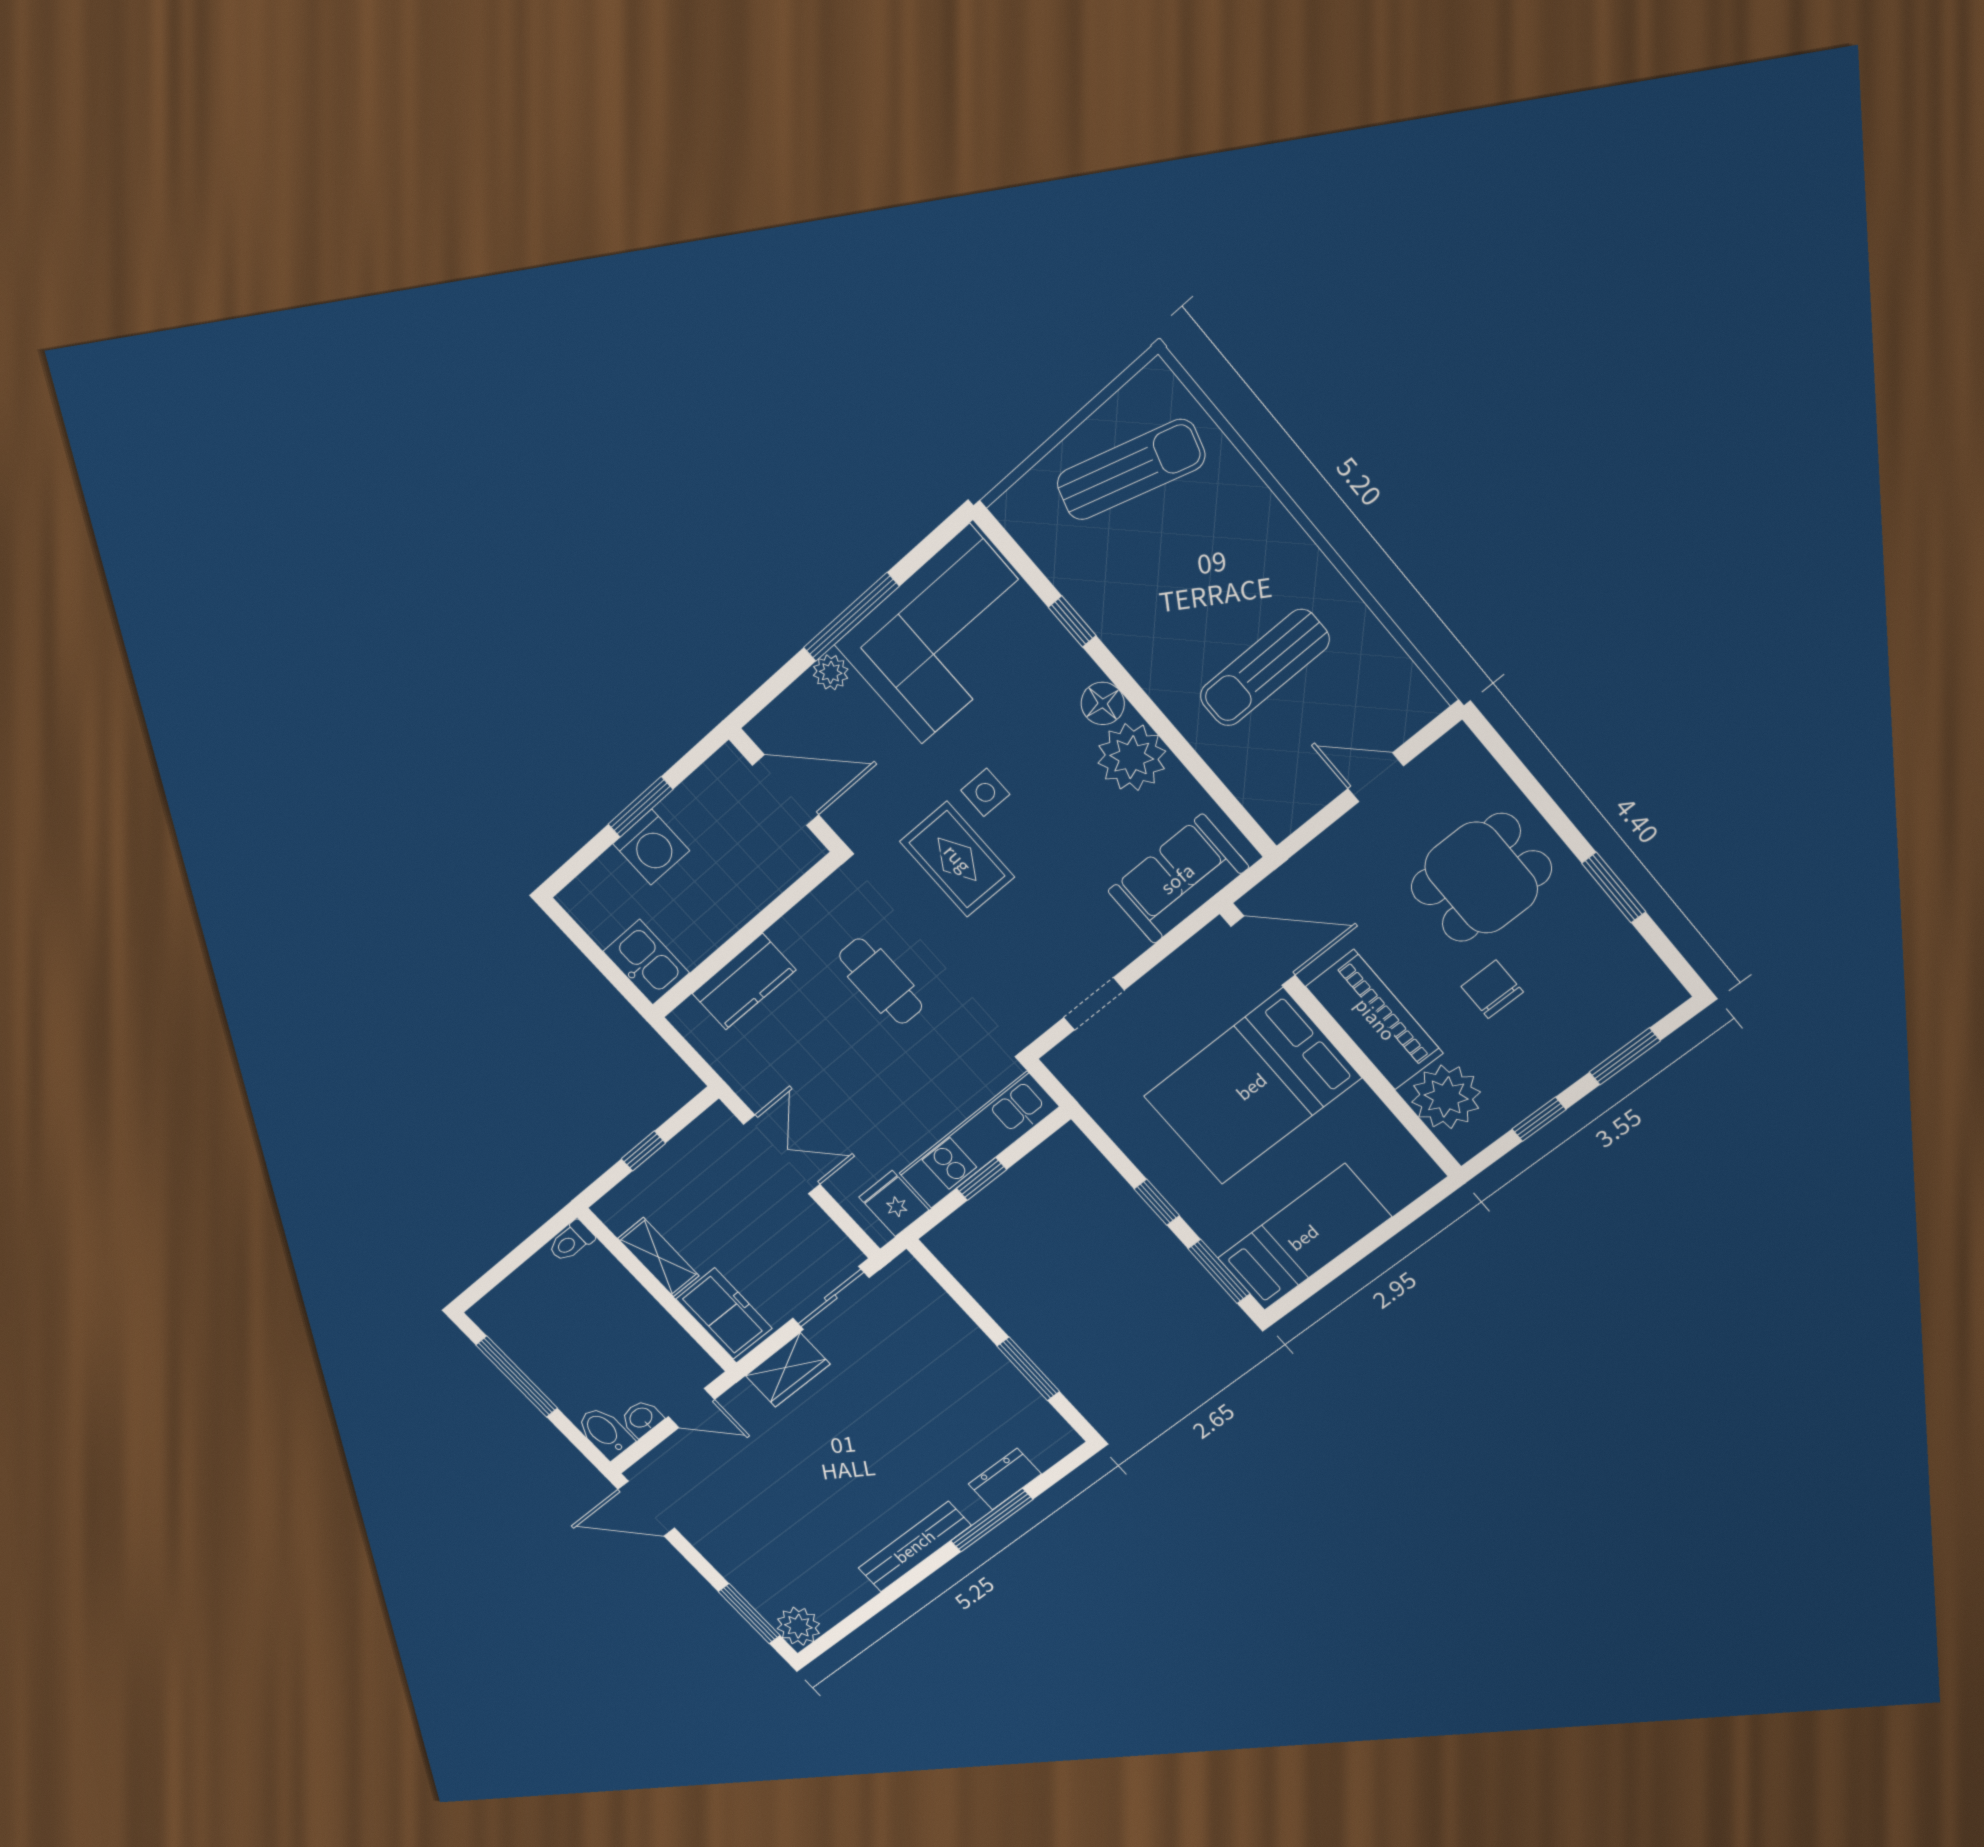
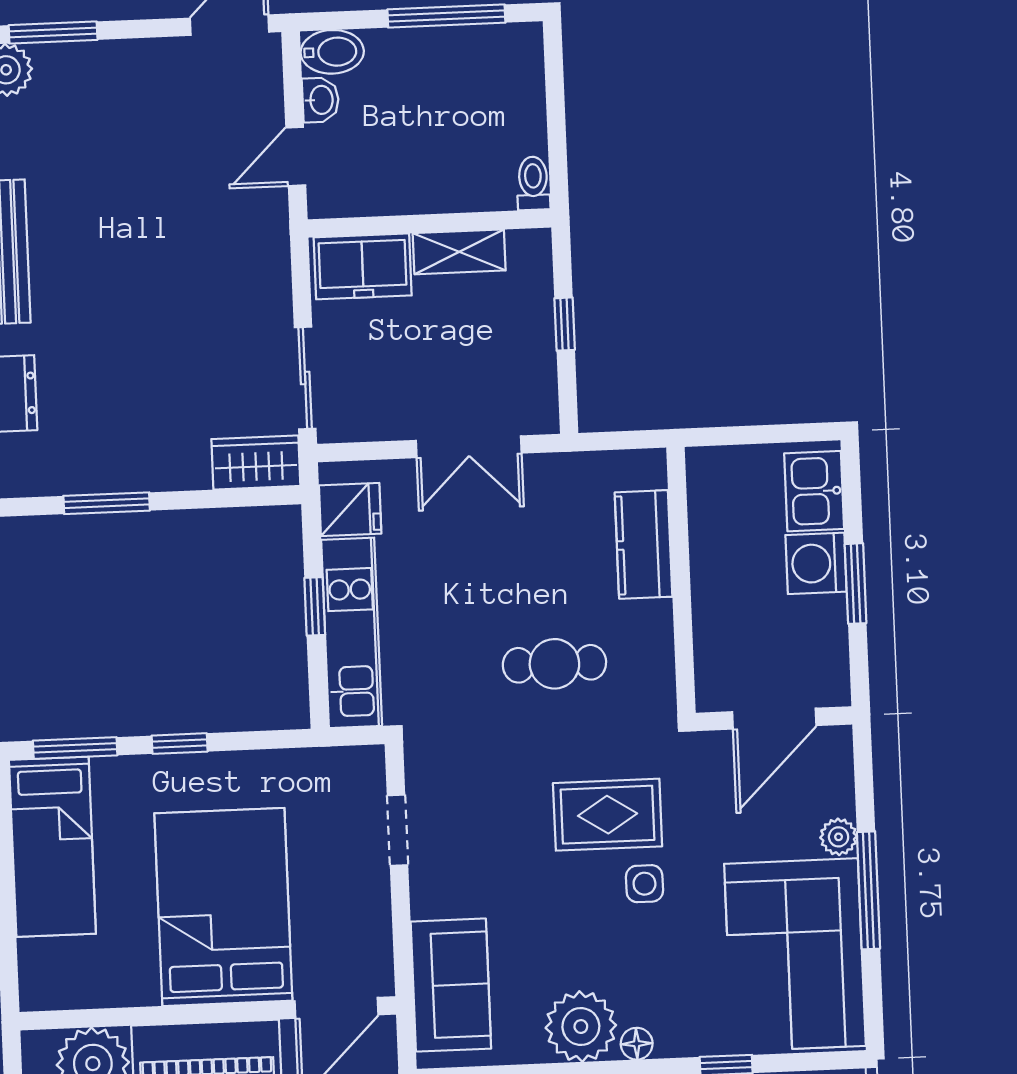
floor lamp: (1103, 703) -> (637, 1044), width x0.73, depth x0.73
kitchen sink: (646, 962) -> (814, 491), moved, turned 90
wardrobe: (788, 1370) -> (256, 463), moved, turned 90

